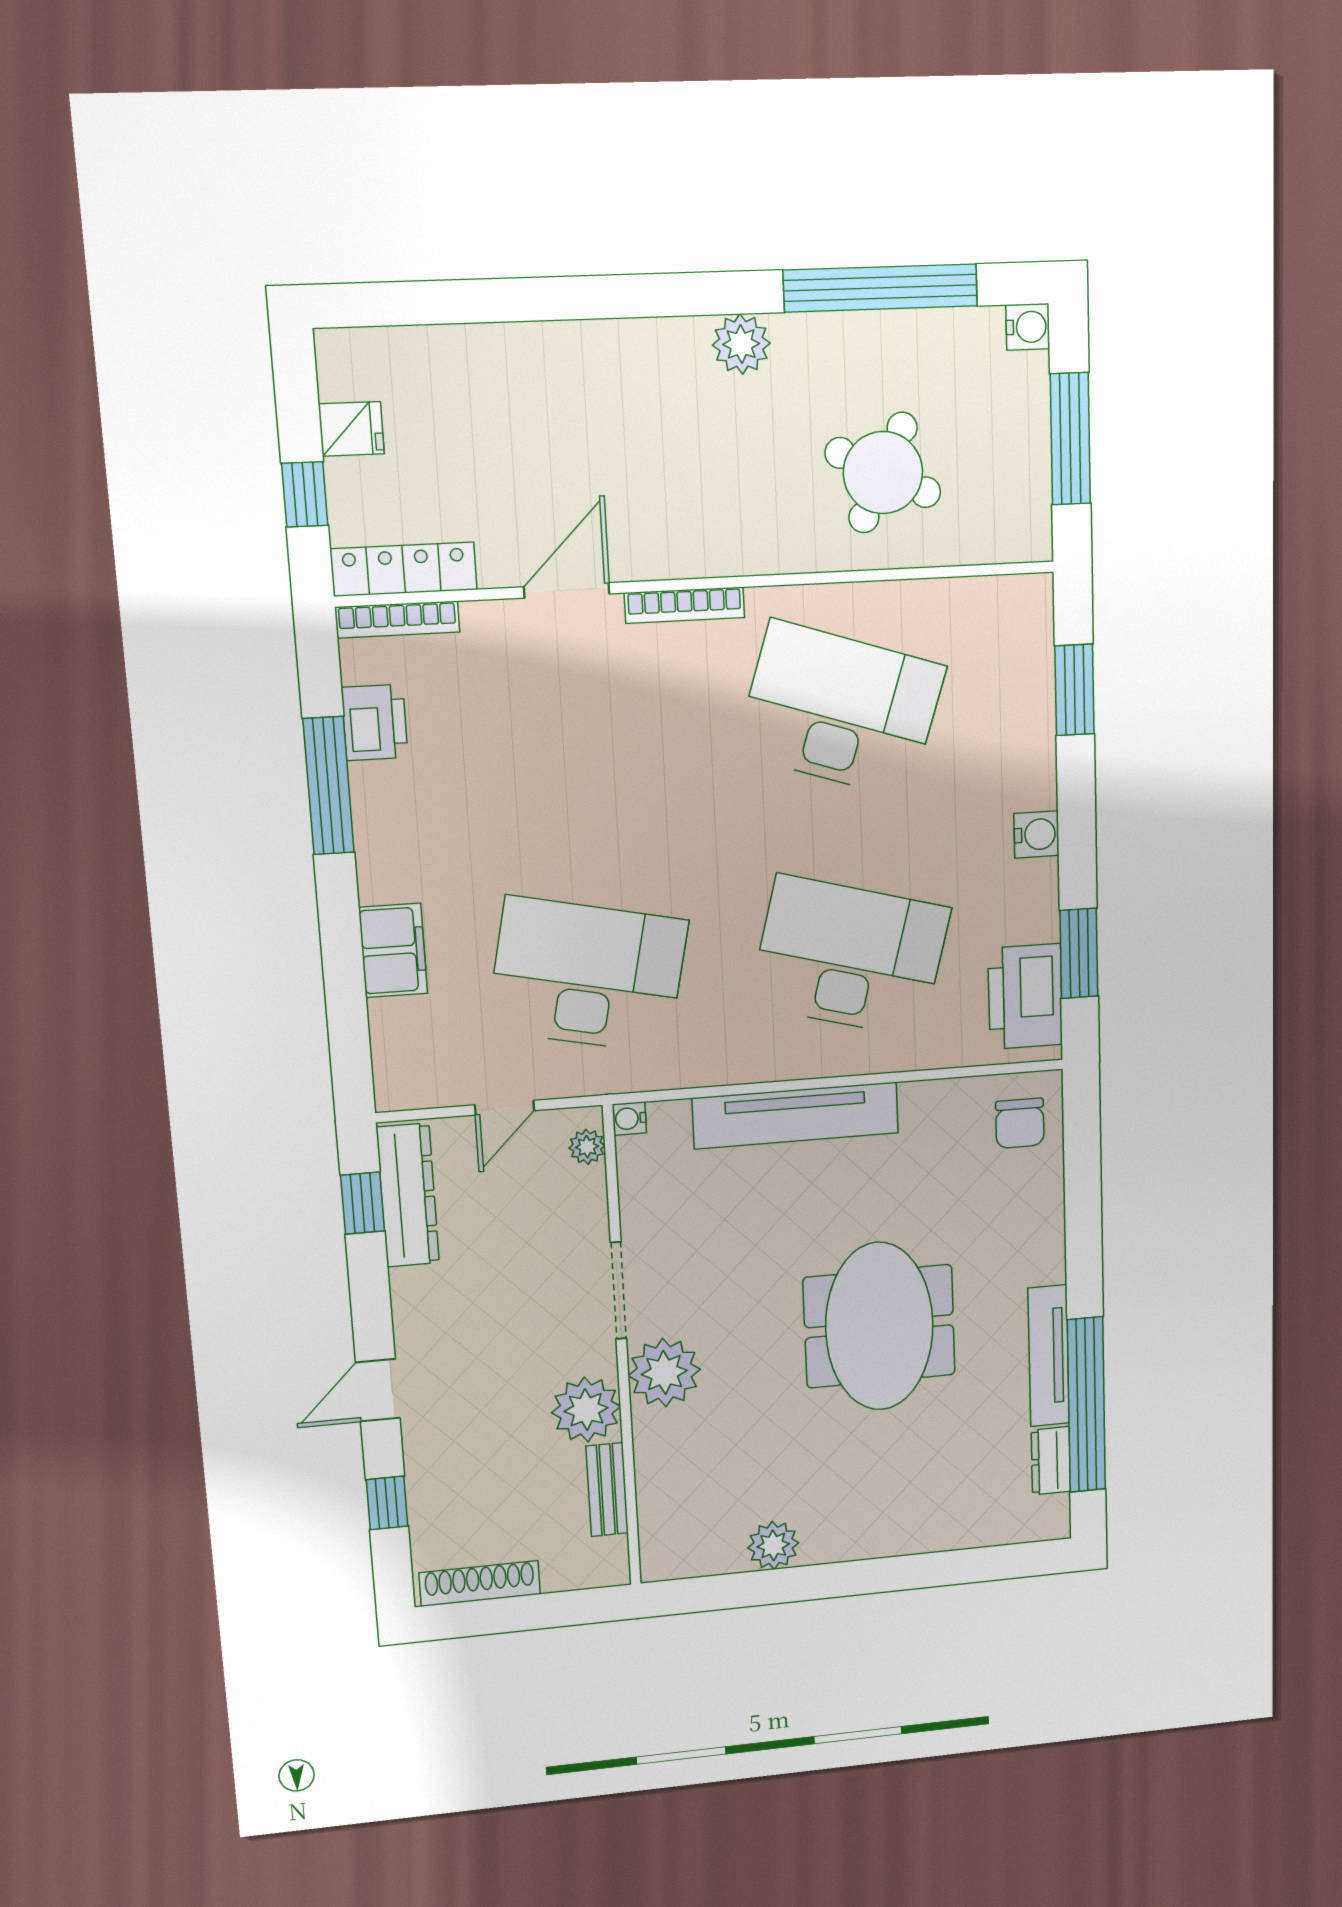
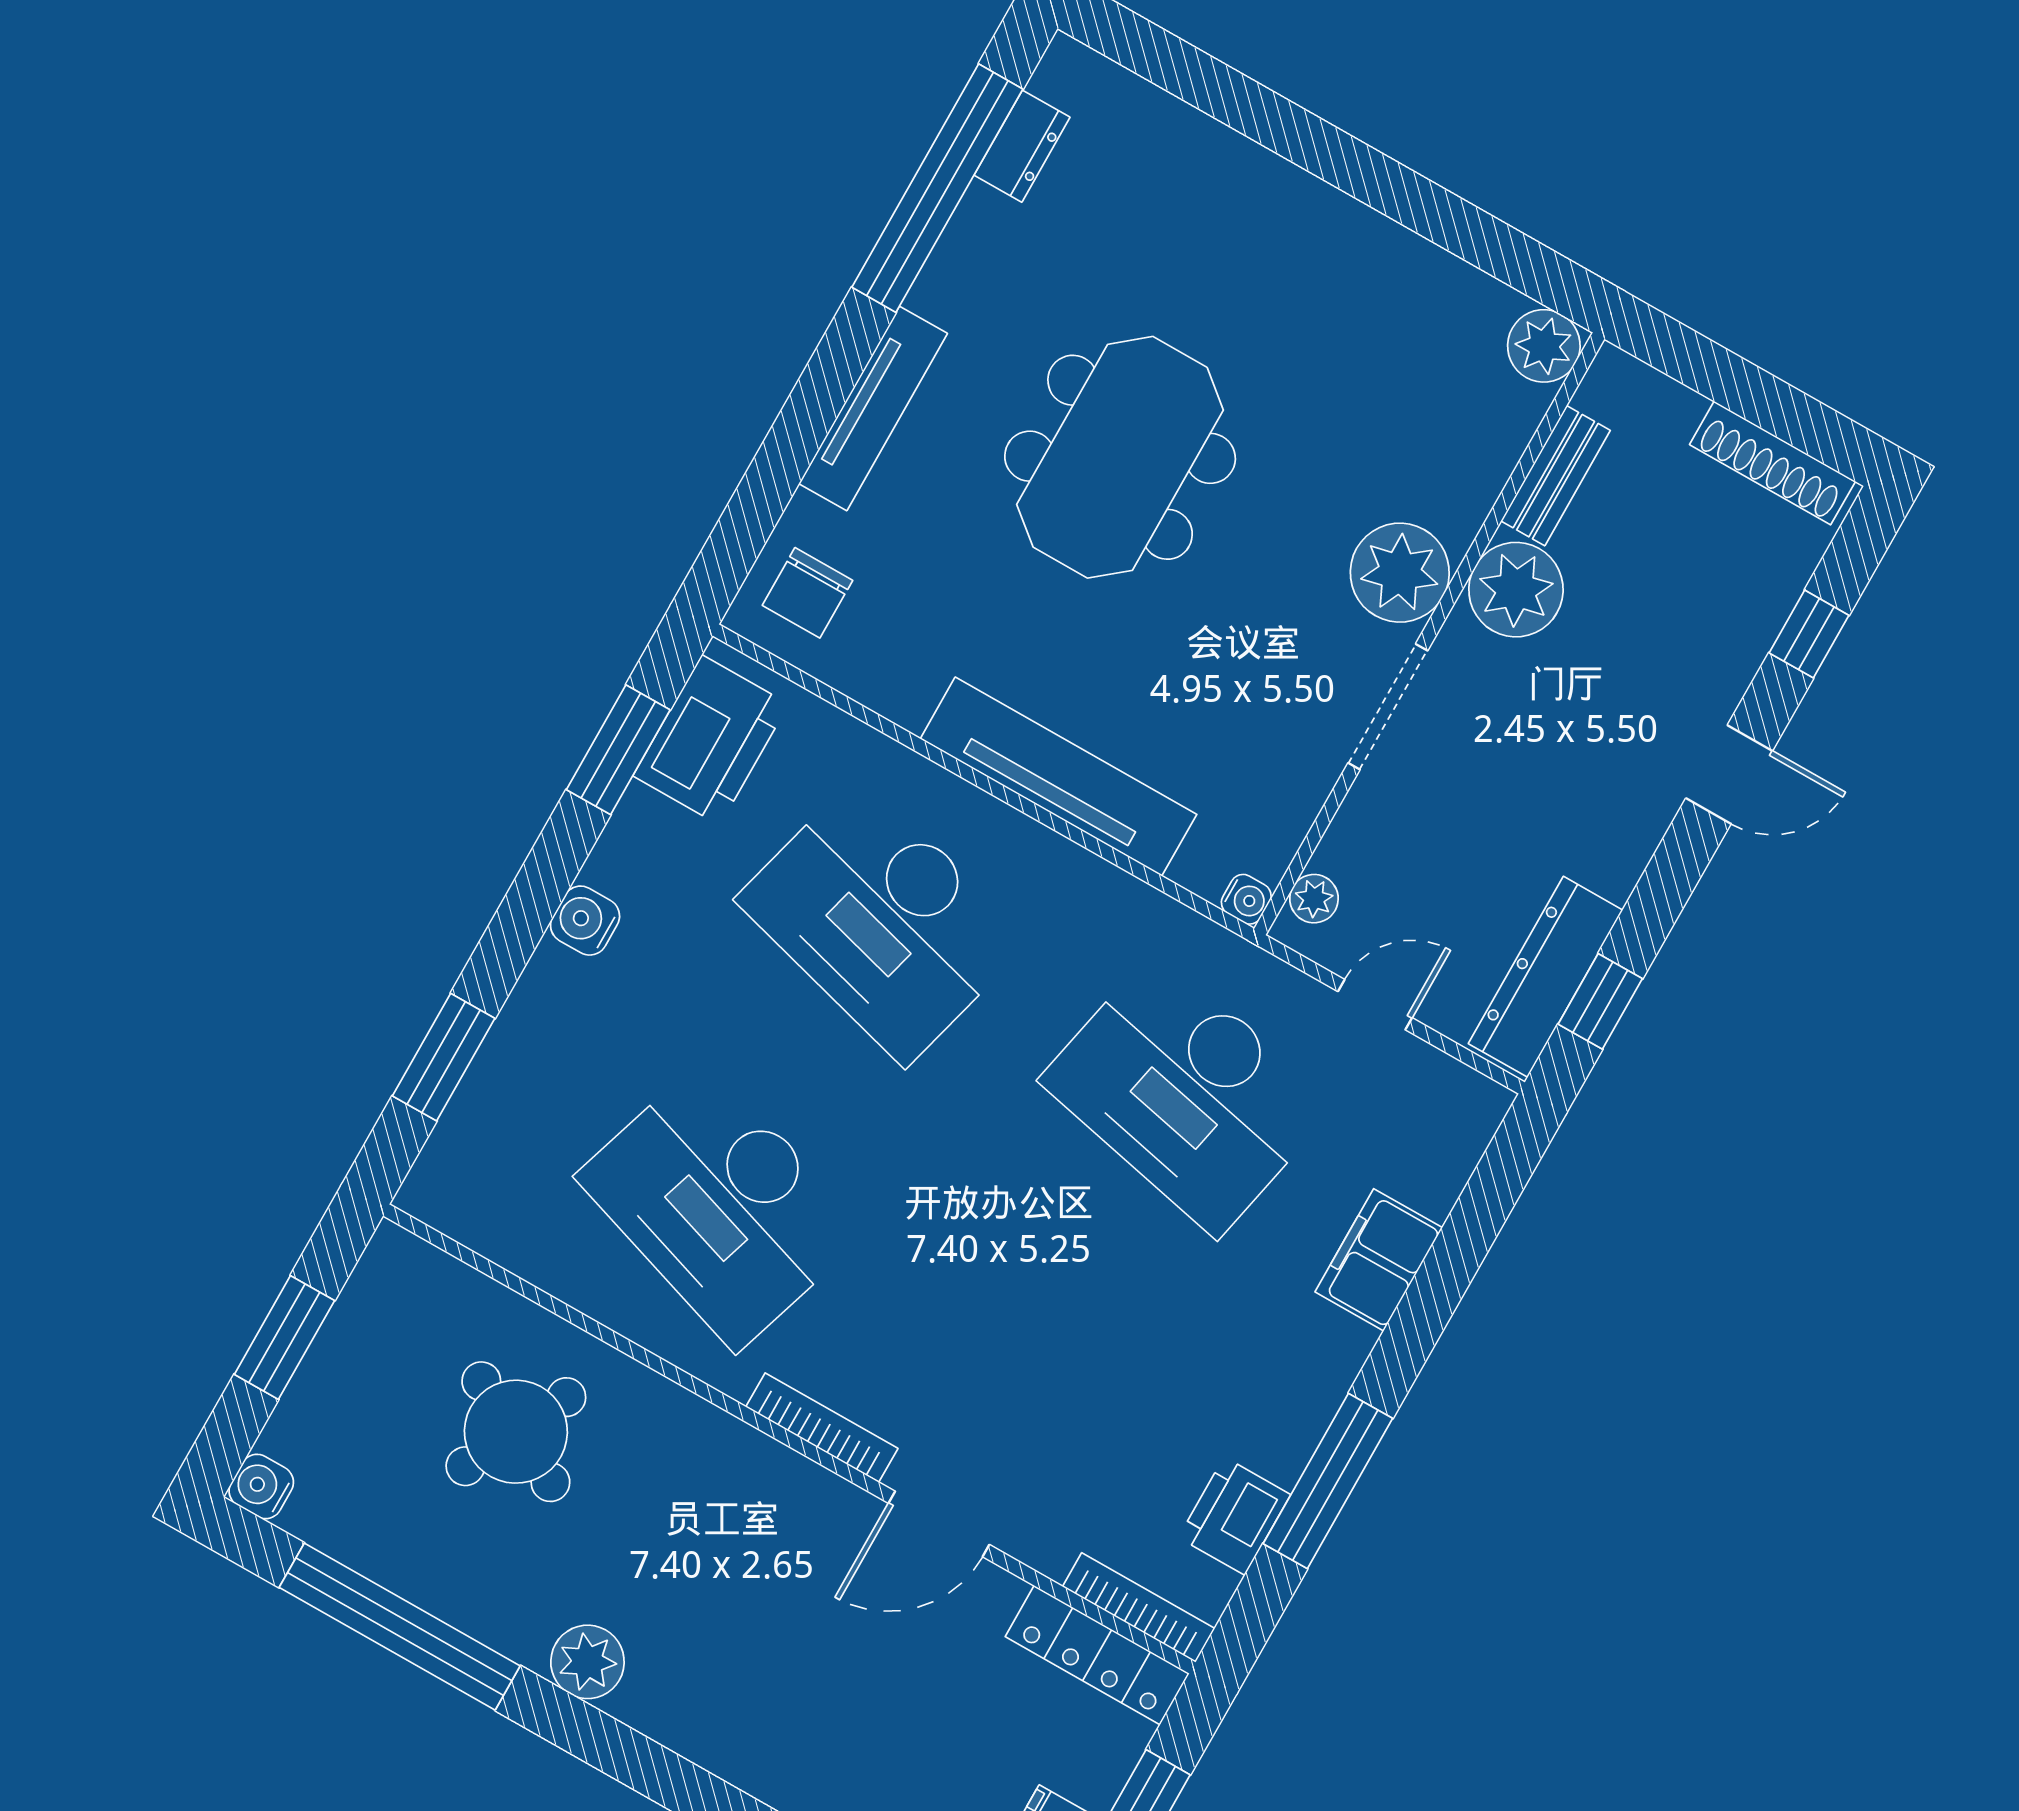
window: (1070, 439) -> (284, 1337), width x0.69
chair: (1020, 1123) -> (807, 593), turned 180
tv unit: (1049, 1356) -> (873, 408), moved
plant: (773, 1545) -> (1544, 346), moved

